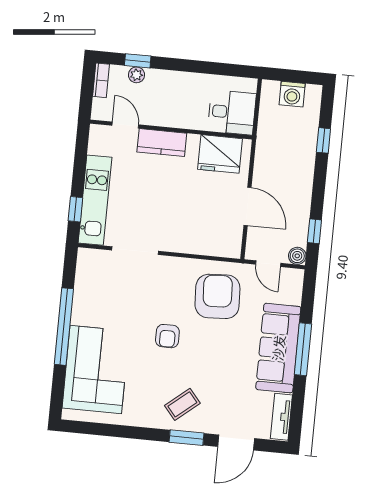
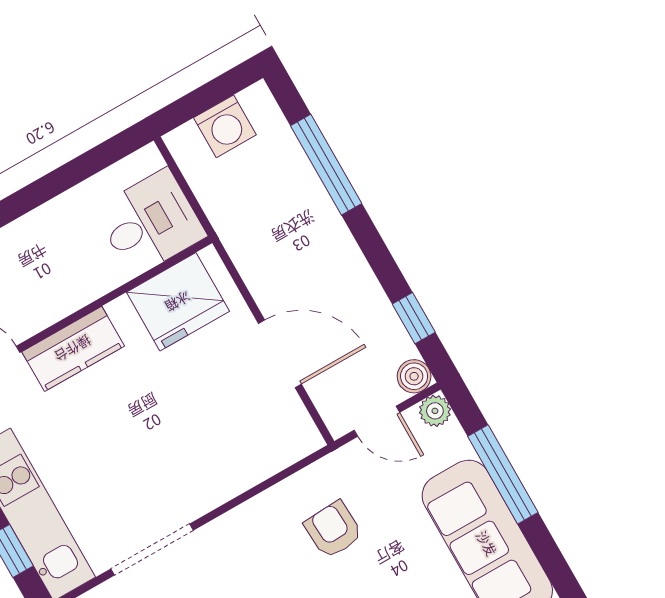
window: (323, 140) -> (326, 165), width x2.17
plant: (296, 277) -> (435, 411), added
armchair: (217, 296) -> (333, 530), width x0.53, depth x0.53
window: (303, 349) -> (503, 474), moved

